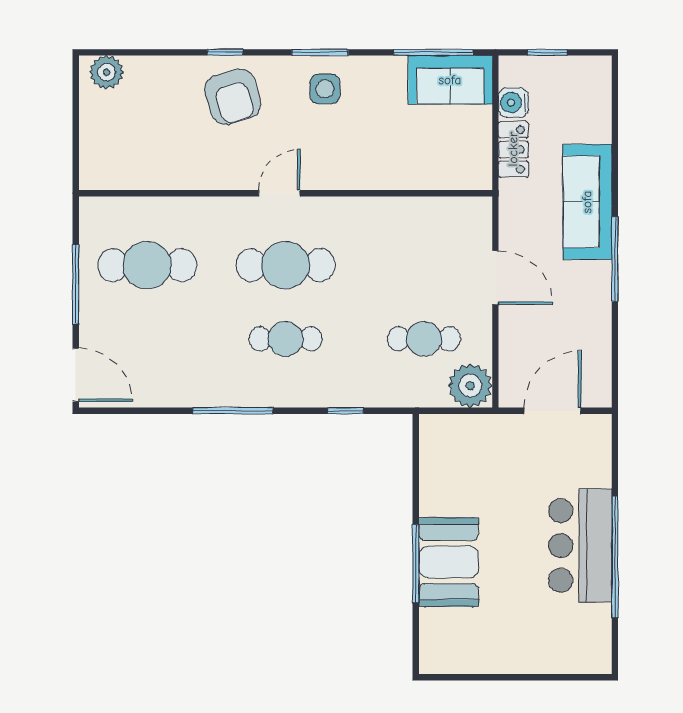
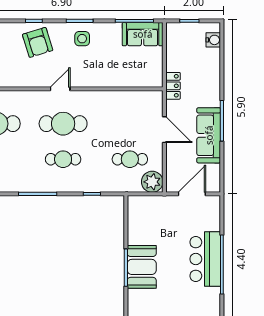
water cooler: (513, 103) -> (213, 40), moved, turned 180
locker: (513, 149) -> (173, 86), moved
sofa: (587, 202) -> (209, 135), moved

